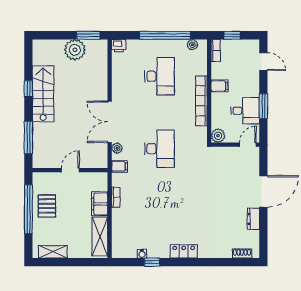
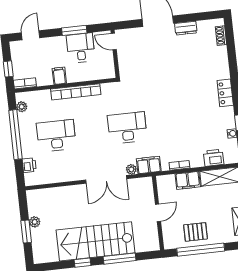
window: (88, 35) -> (26, 232), moved
printer: (119, 46) -> (29, 165), moved
plant: (75, 50) -> (35, 222), width x0.53, depth x0.53
stairs: (43, 94) -> (95, 241), width x1.36, depth x1.51
plant: (218, 136) -> (108, 72), removed
window: (28, 138) -> (120, 259), moved
filing cabinet: (120, 166) -> (149, 165), width x2.00
door: (70, 170) -> (158, 213), swing flipped
printer: (120, 232) -> (214, 158), added

